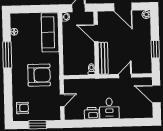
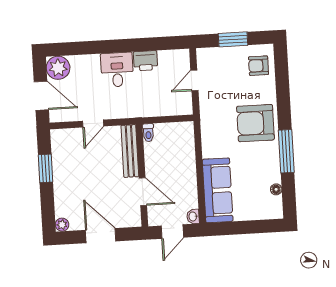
armchair: (39, 75) -> (255, 123), moved
plant: (145, 111) -> (58, 68), added

